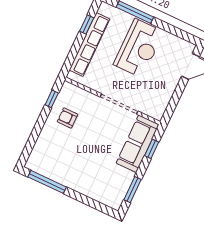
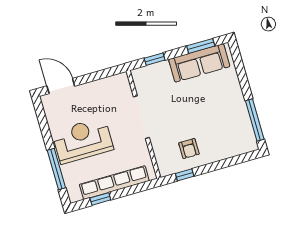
sofa: (138, 144) -> (199, 63), moved

